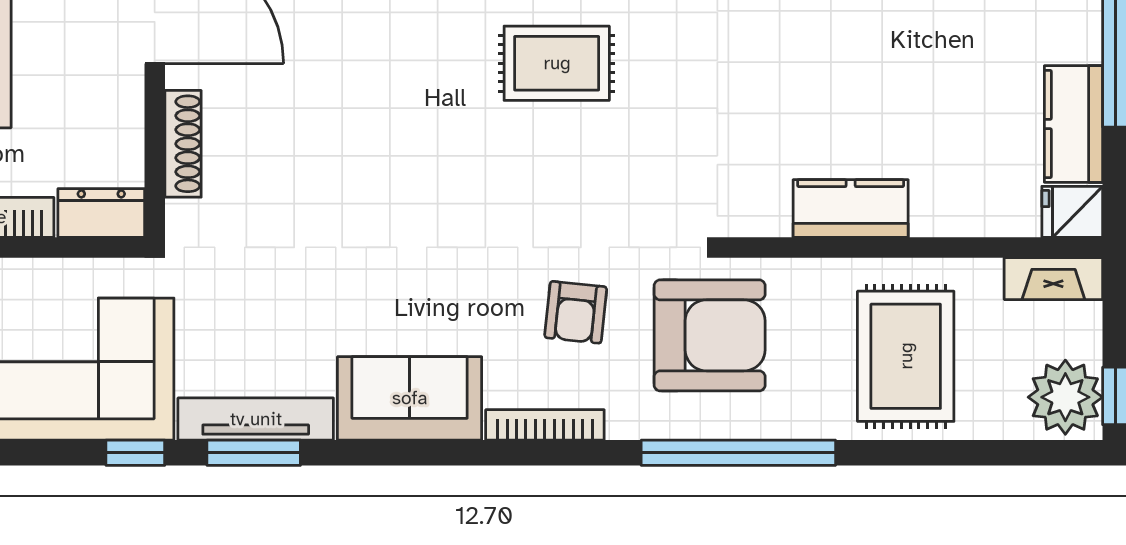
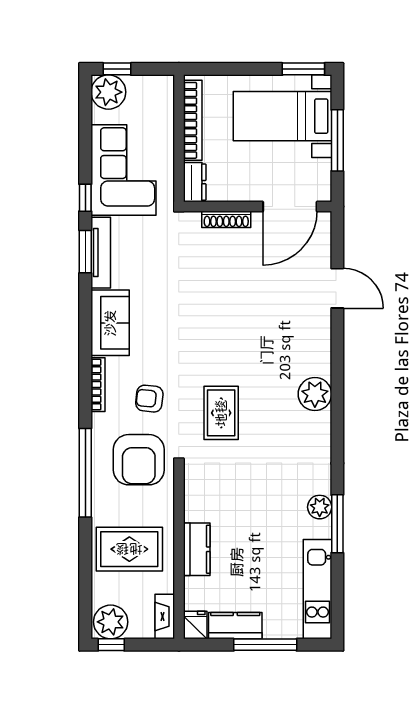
rug: (557, 63) -> (221, 413), moved
kitchen counter: (851, 209) -> (197, 549), moved

